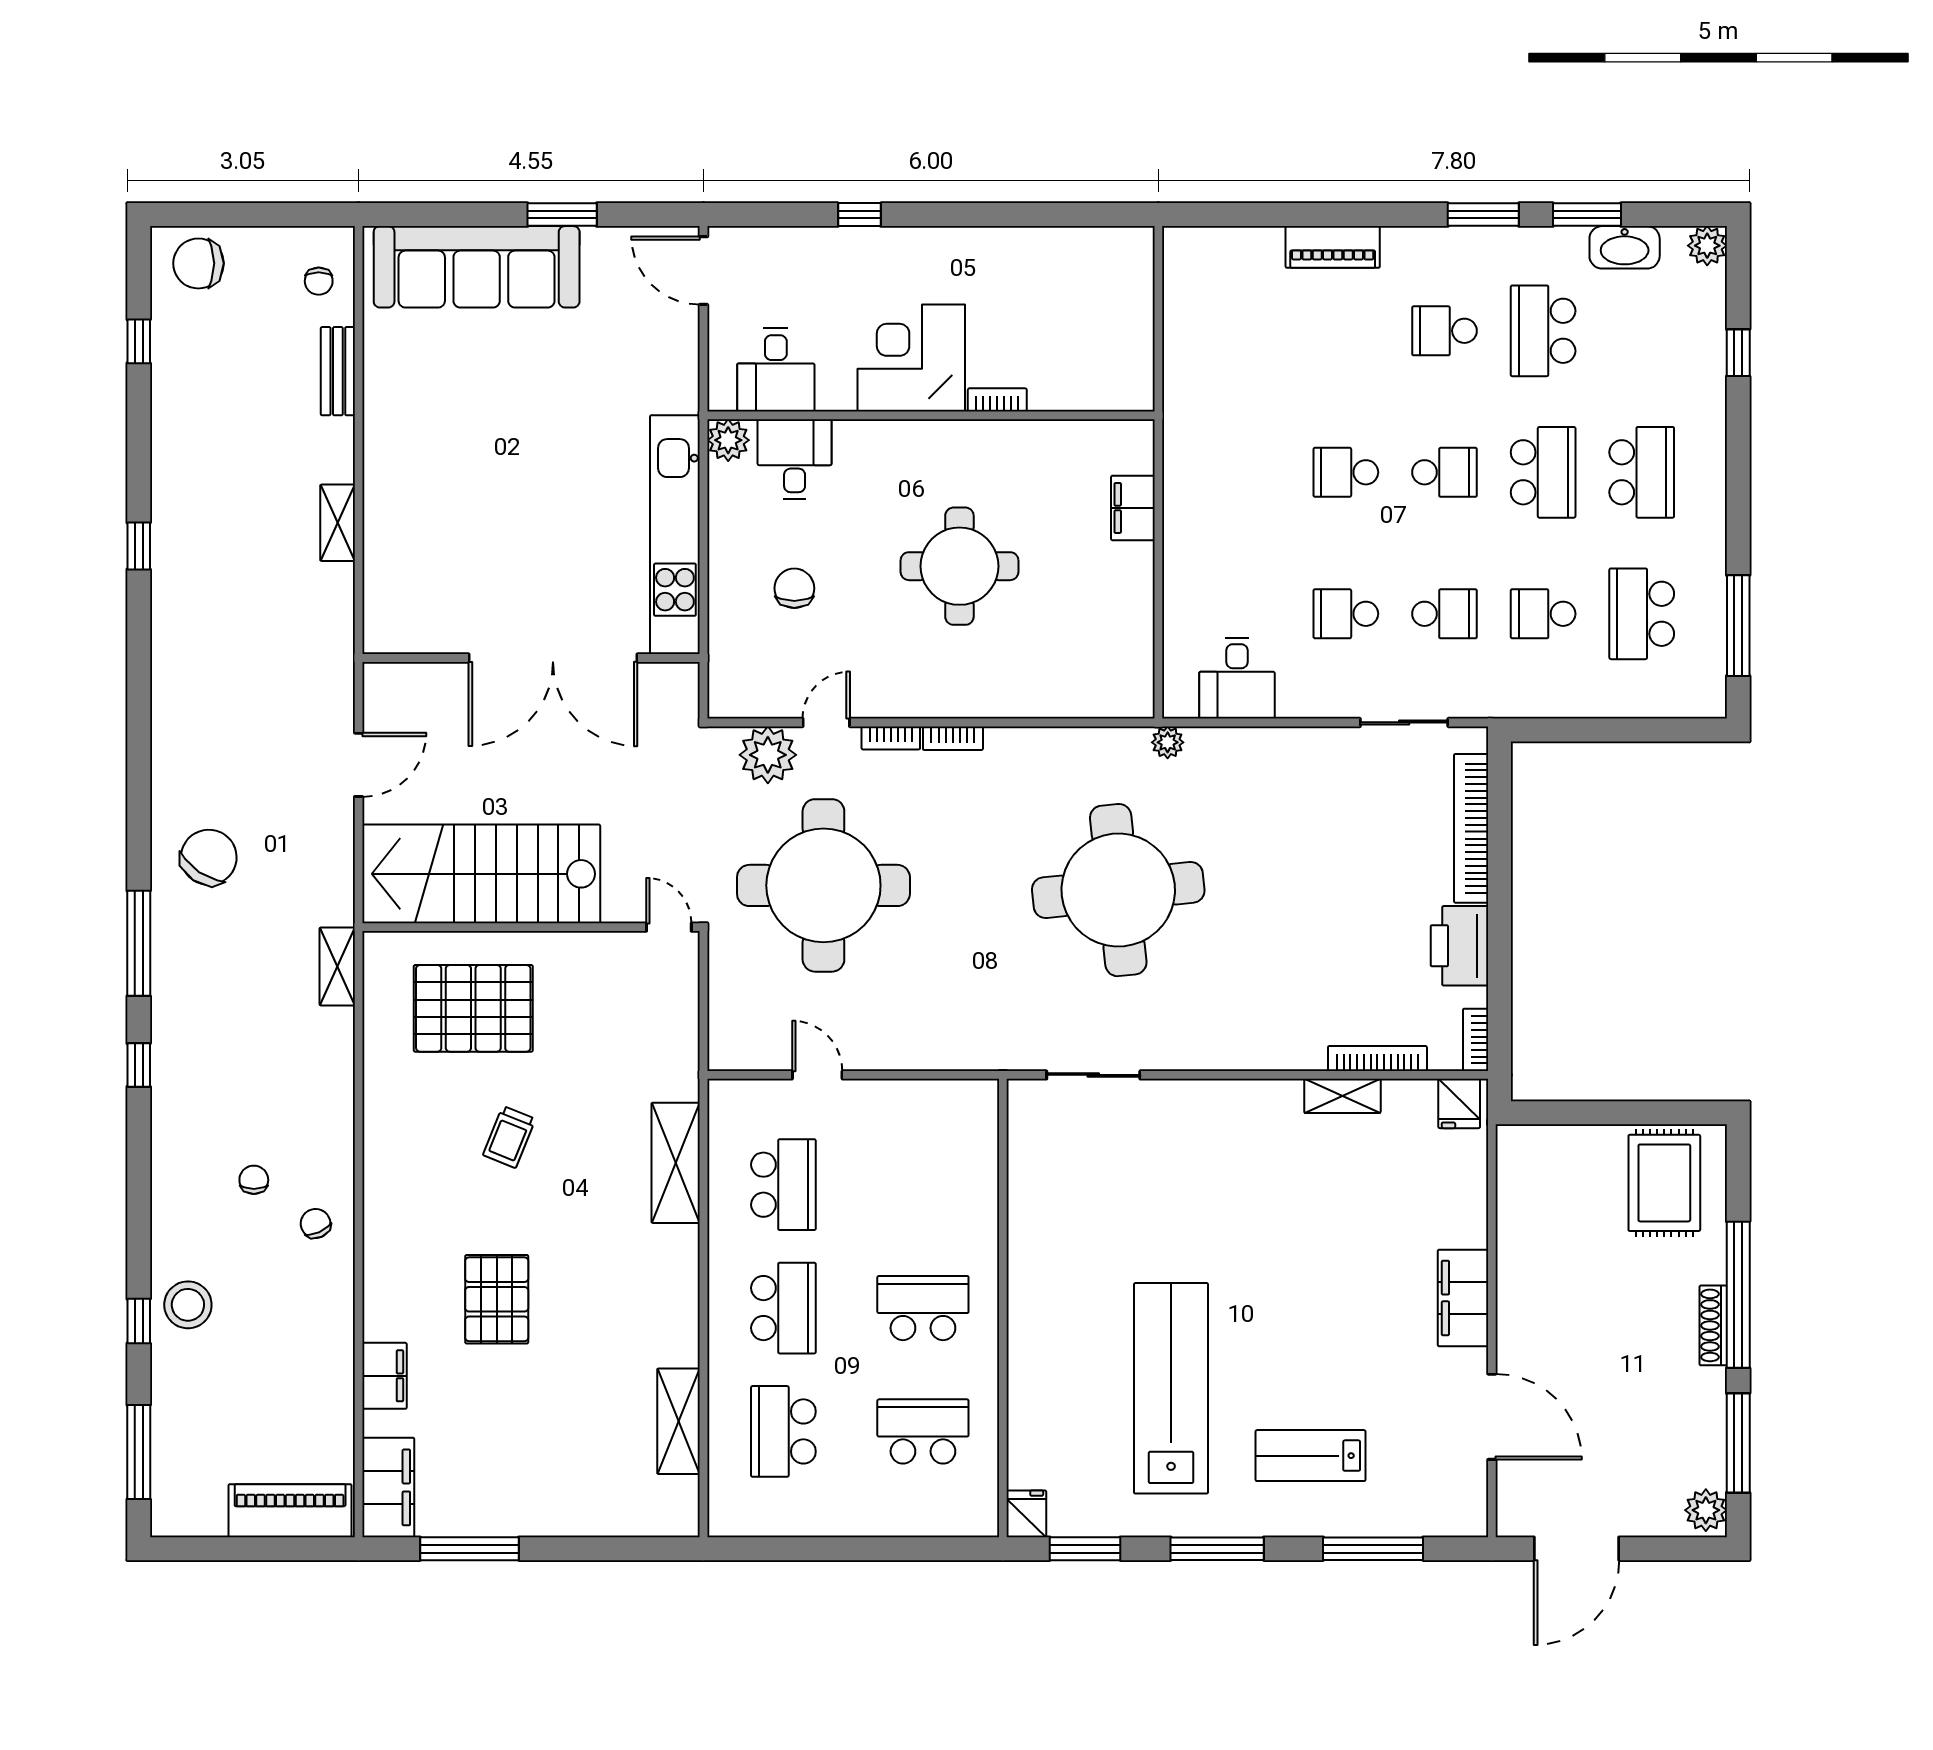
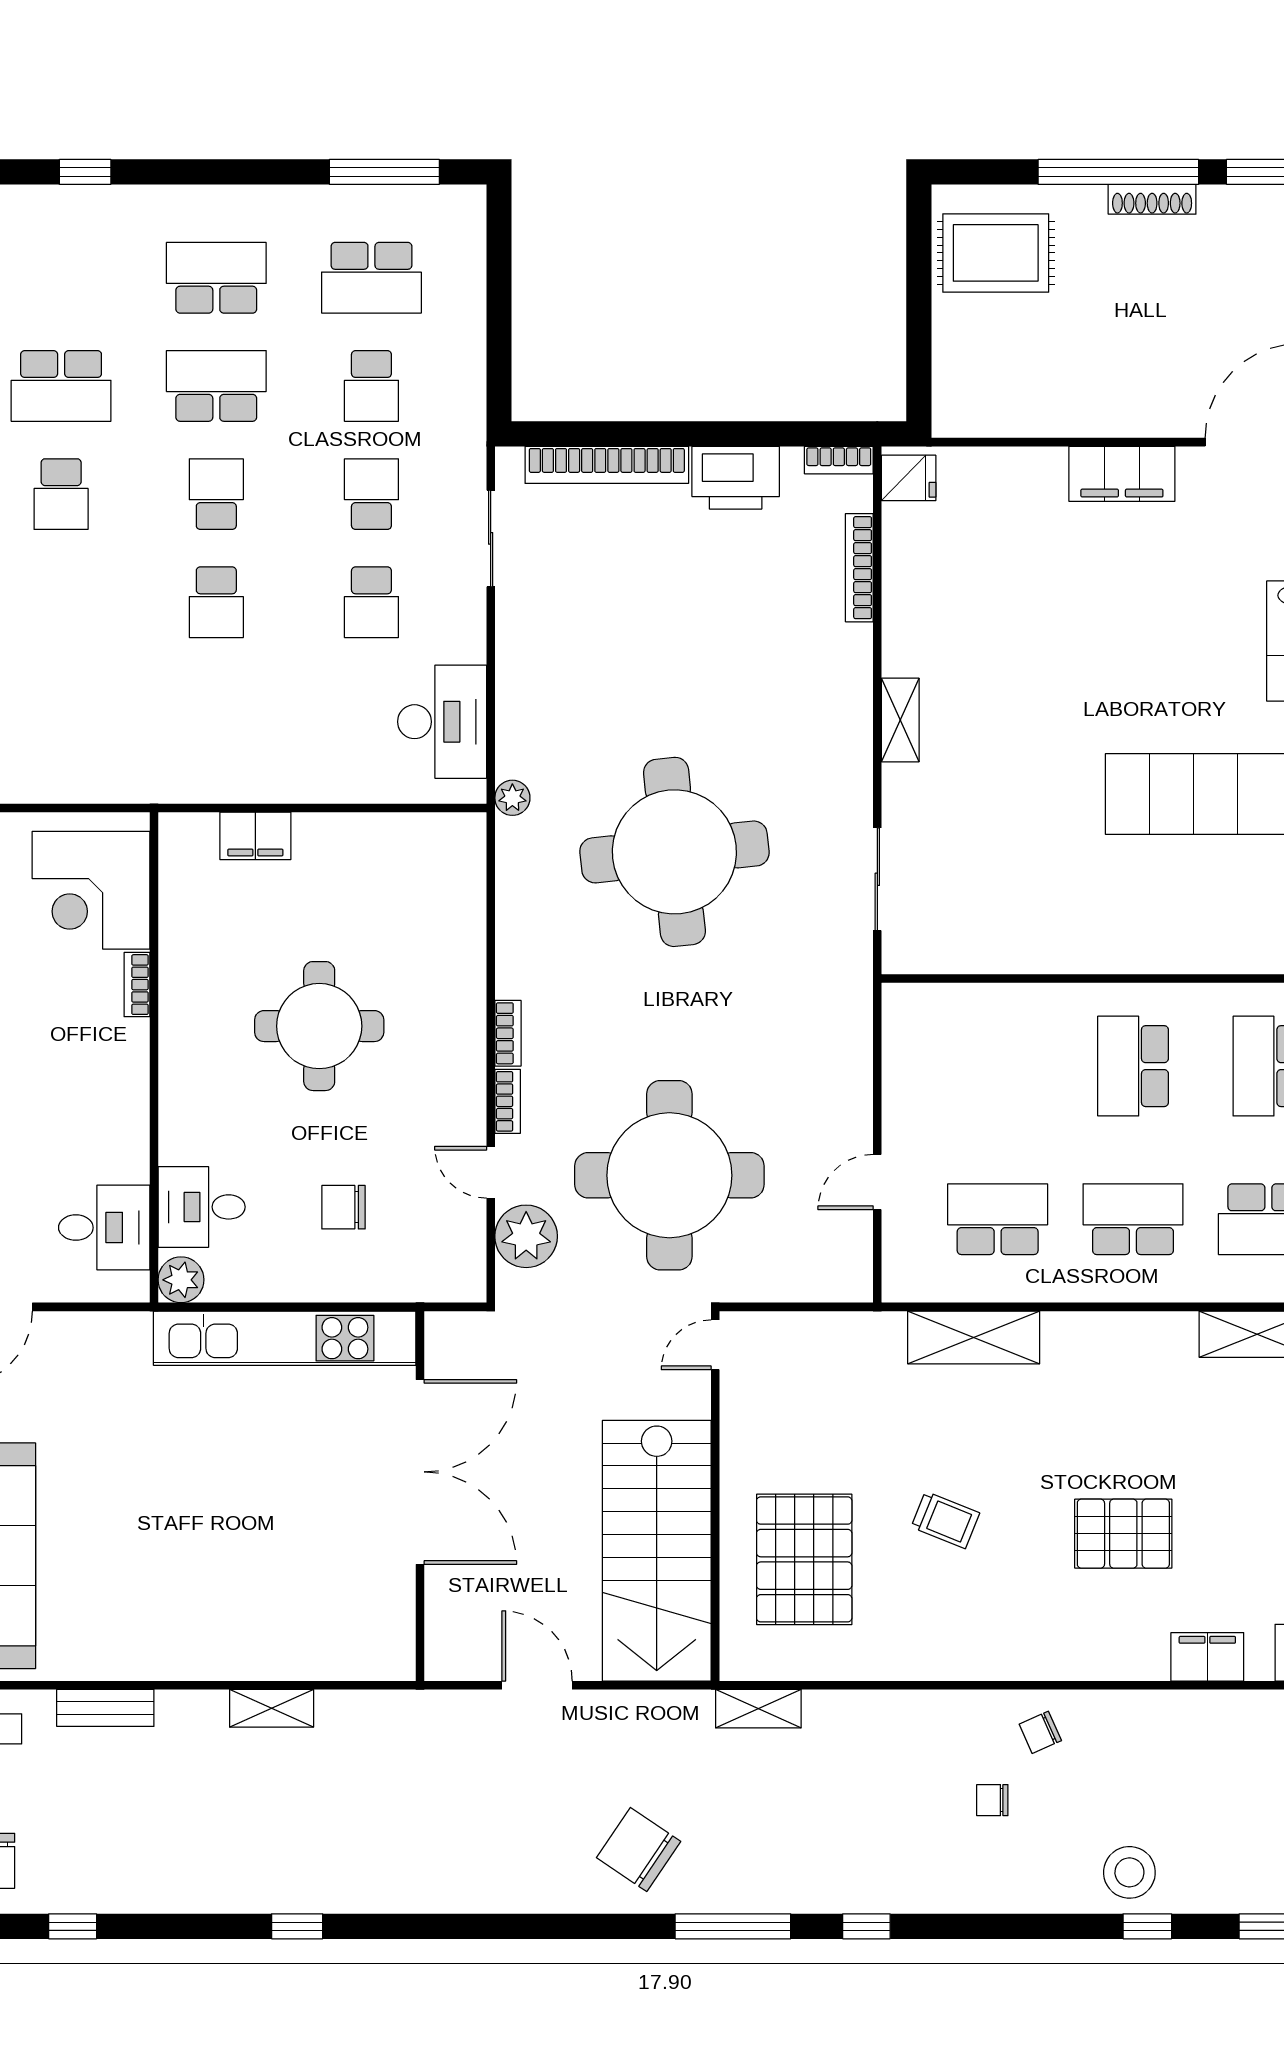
corner desk: (911, 358) -> (91, 890), moved
desk: (1237, 678) -> (442, 722), width x1.37
shelving: (1342, 1096) -> (900, 720), moved

